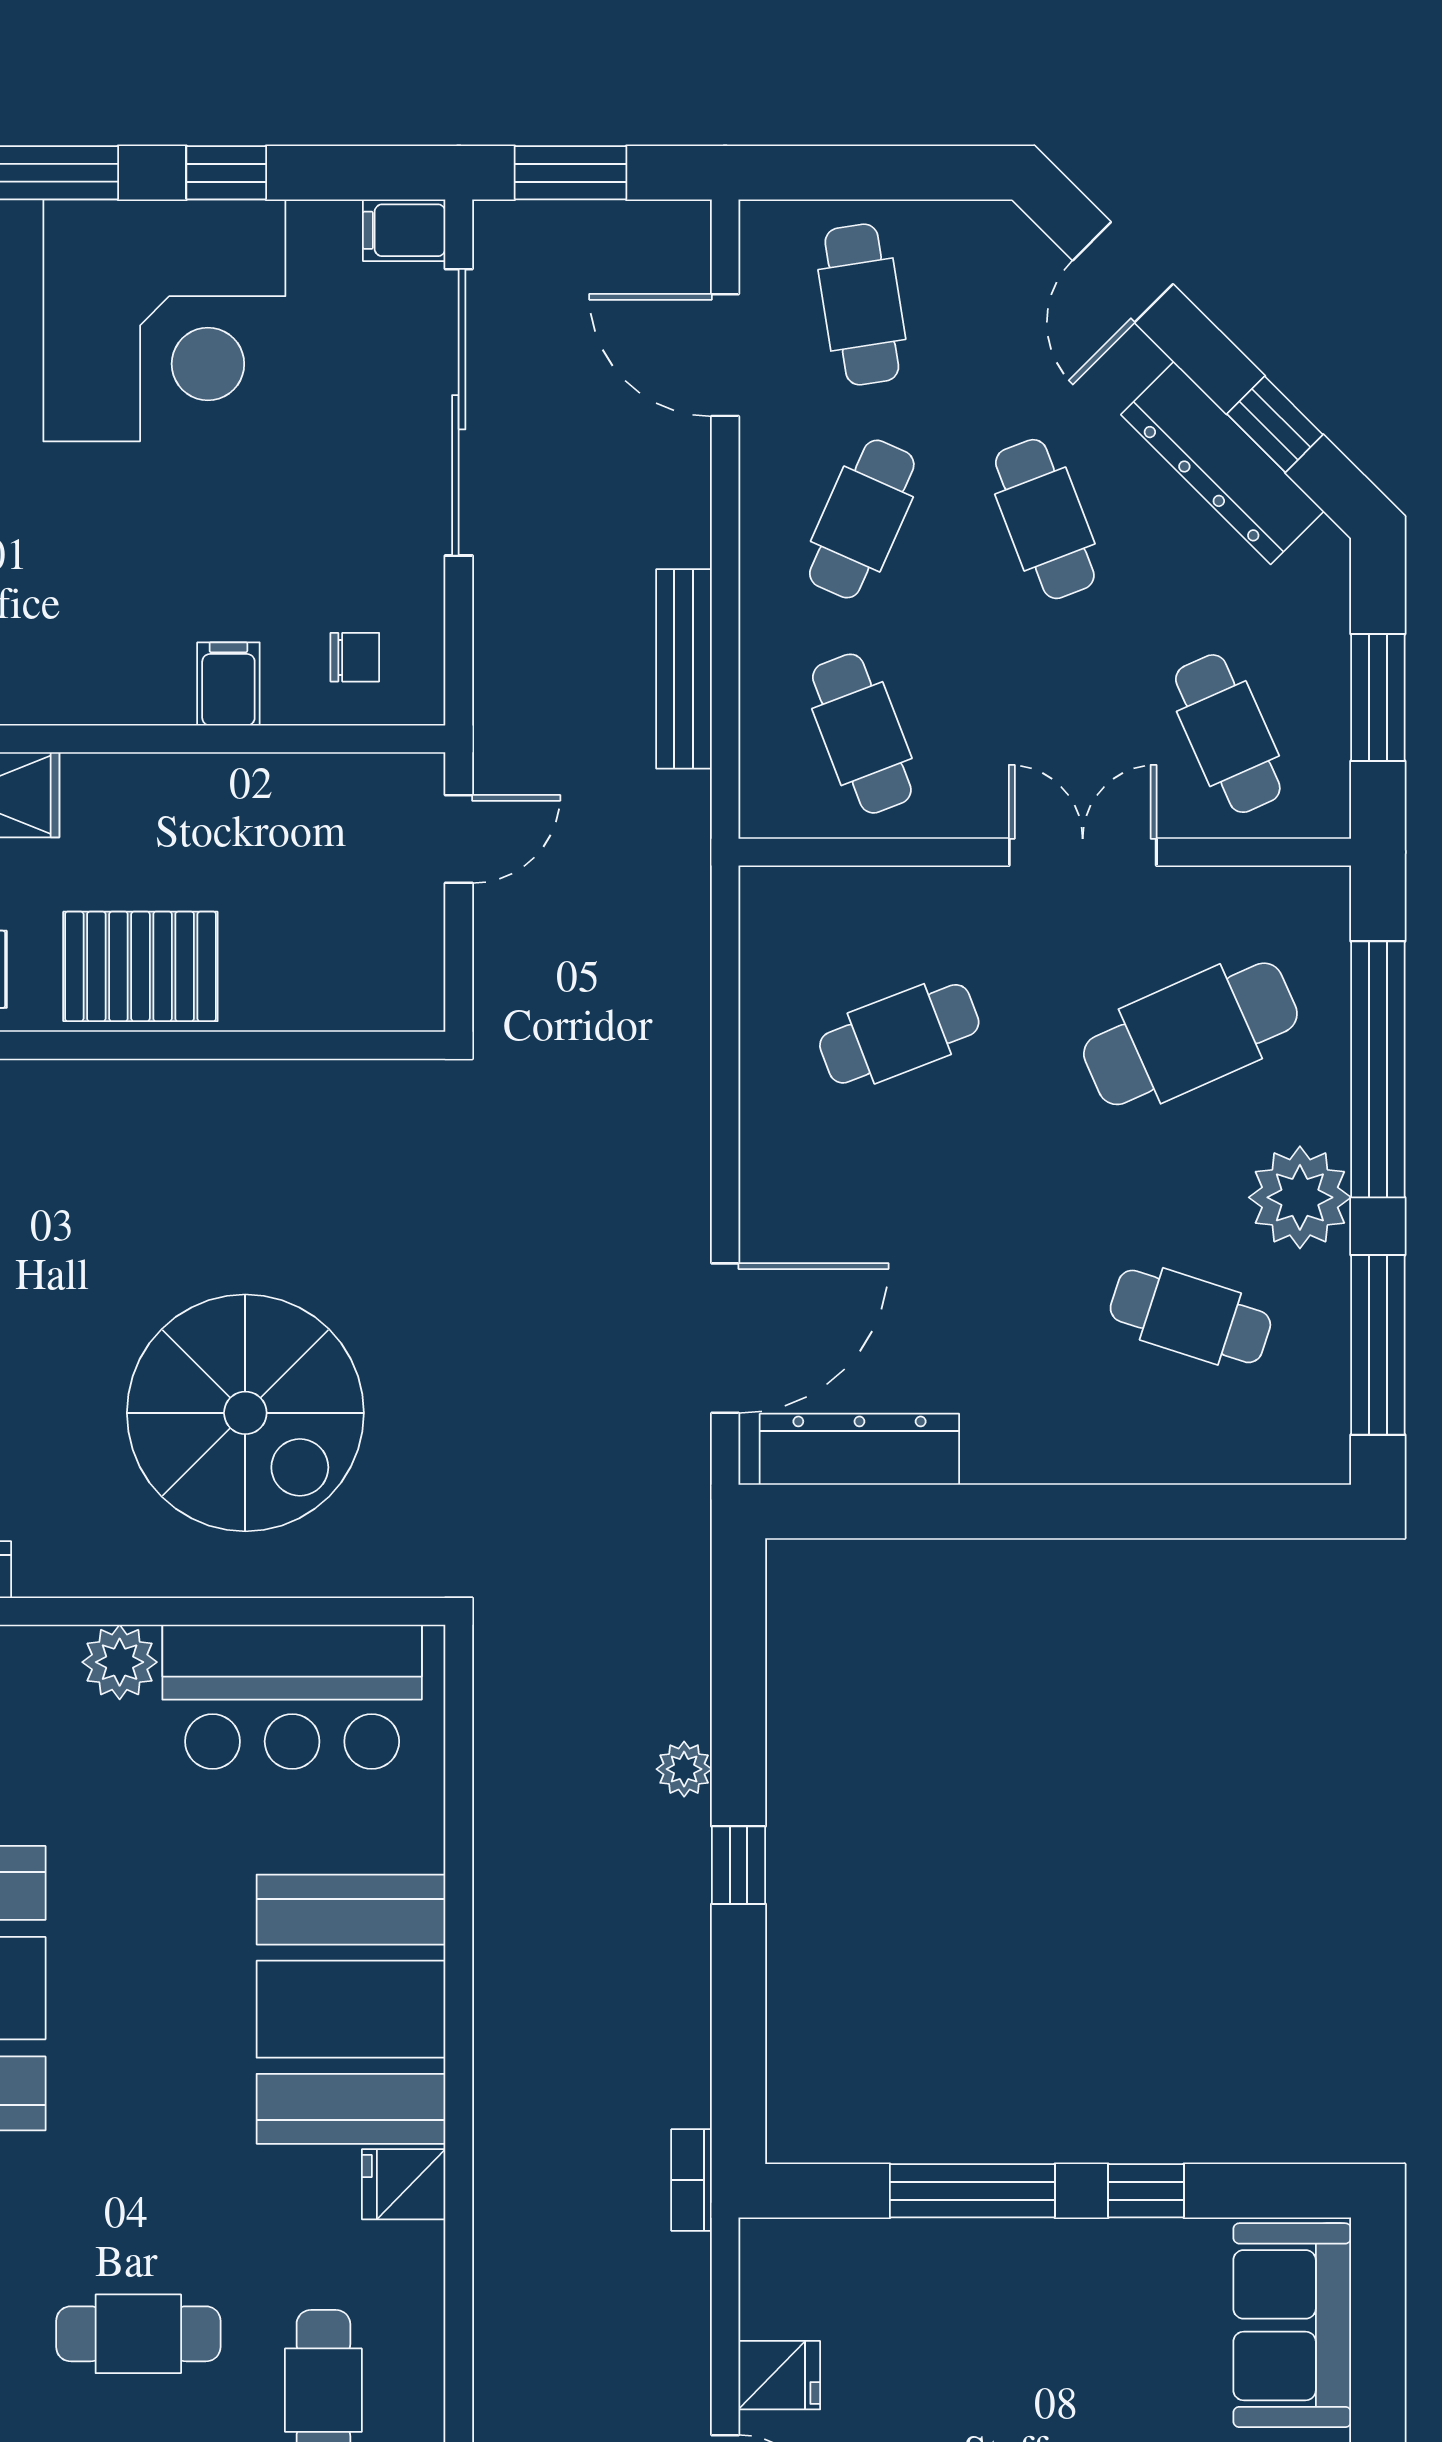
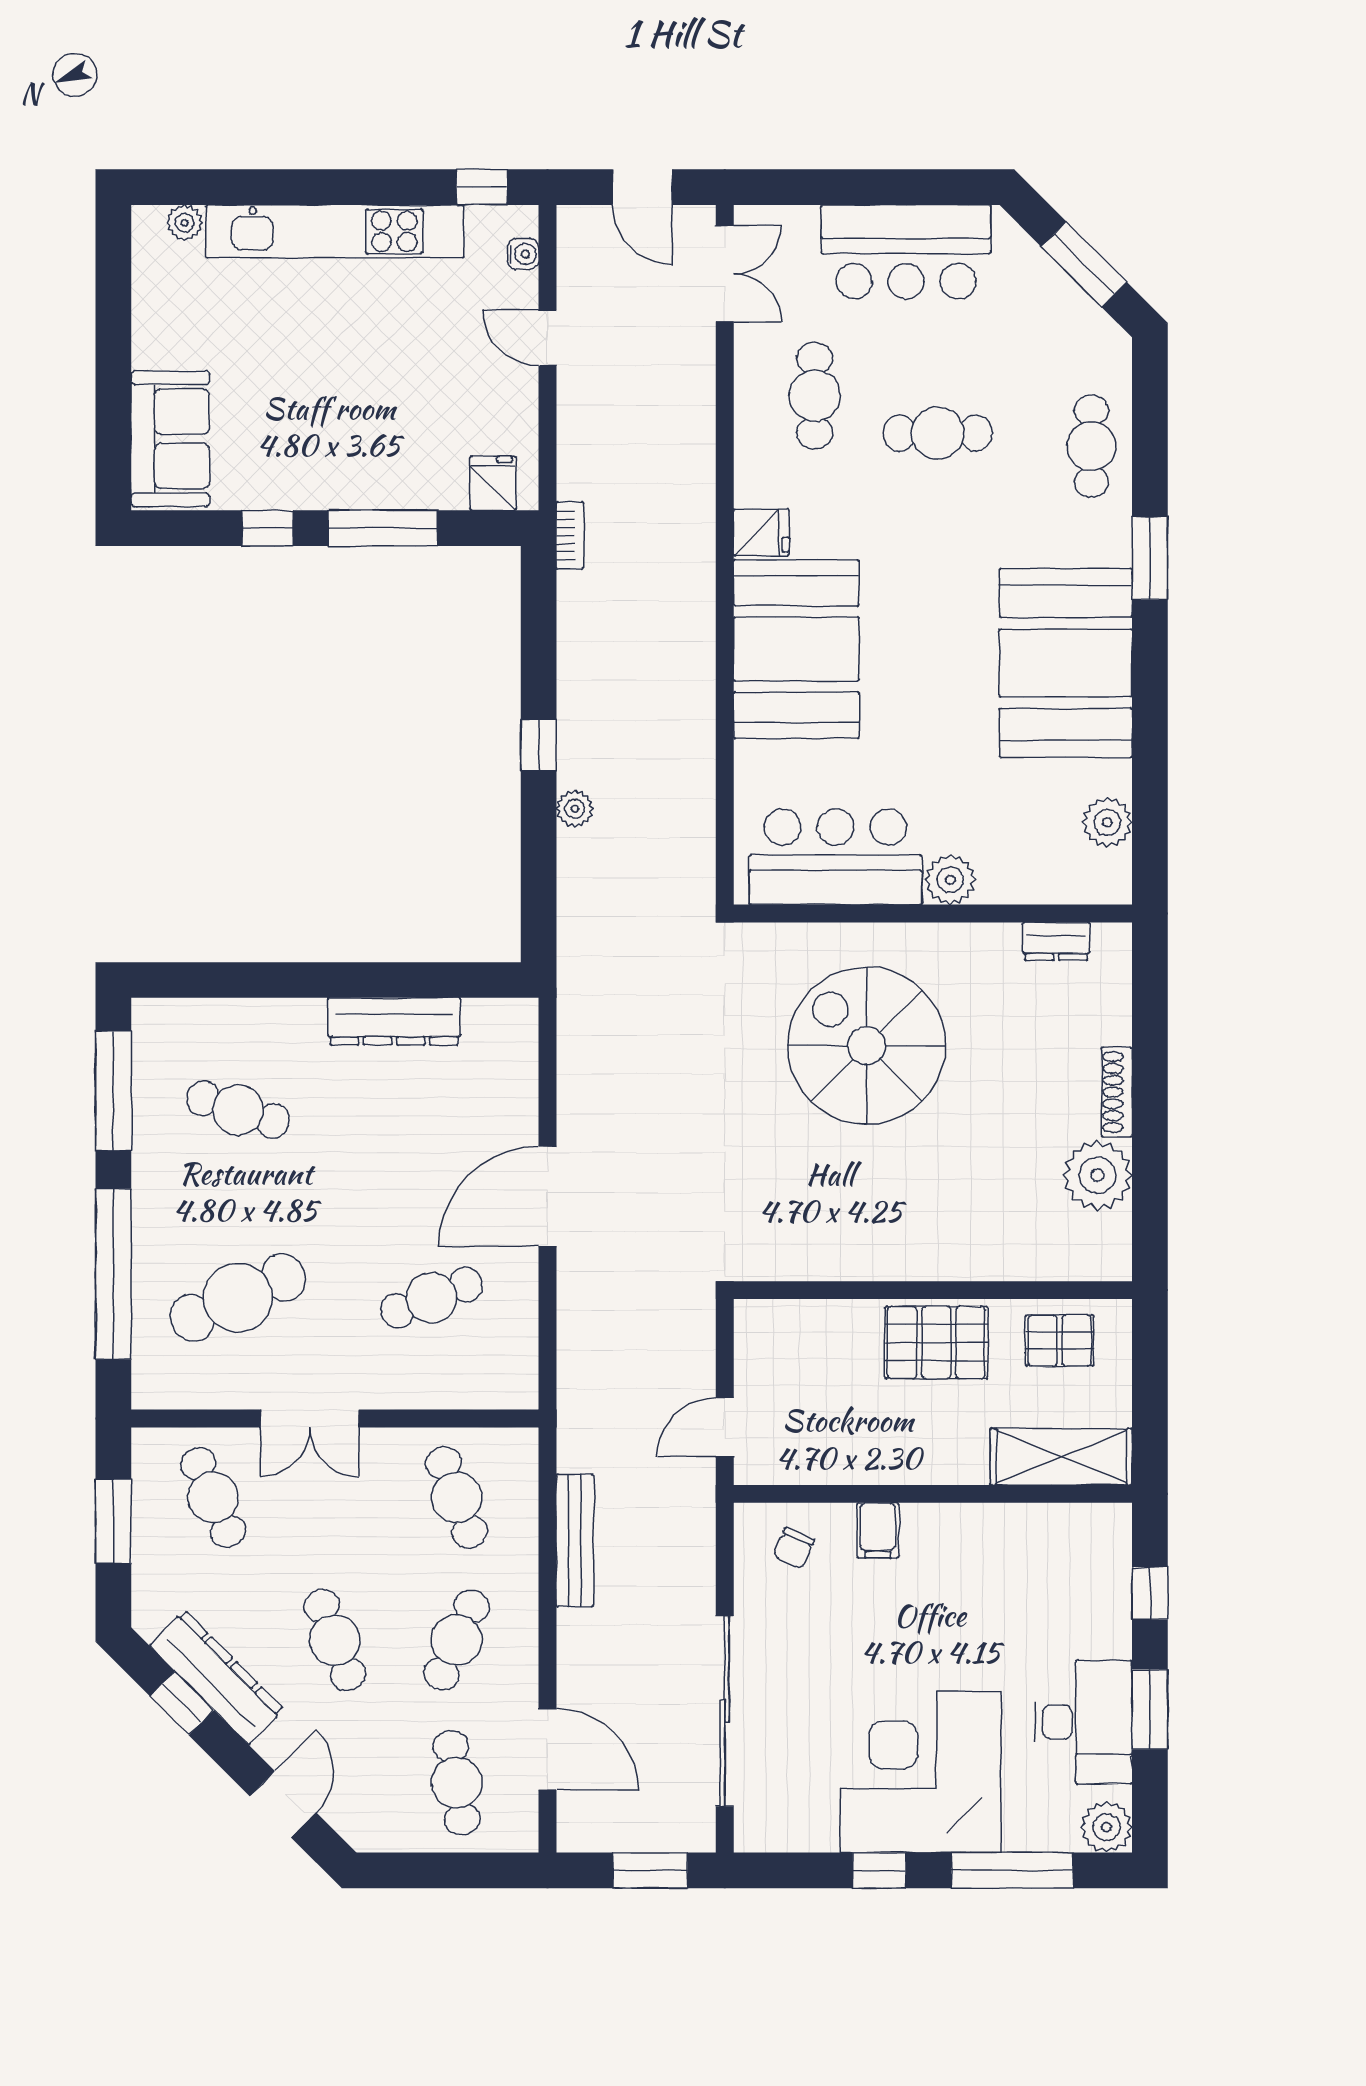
filing cabinet: (404, 230) -> (761, 1832), removed
chair: (355, 657) -> (794, 1548), turned -67
plant: (1300, 1197) -> (165, 1189), removed
door: (725, 1338) -> (547, 1196), moved
dresser: (859, 1449) -> (394, 1021), moved
fridge: (779, 2375) -> (493, 483), moved, turned 90

